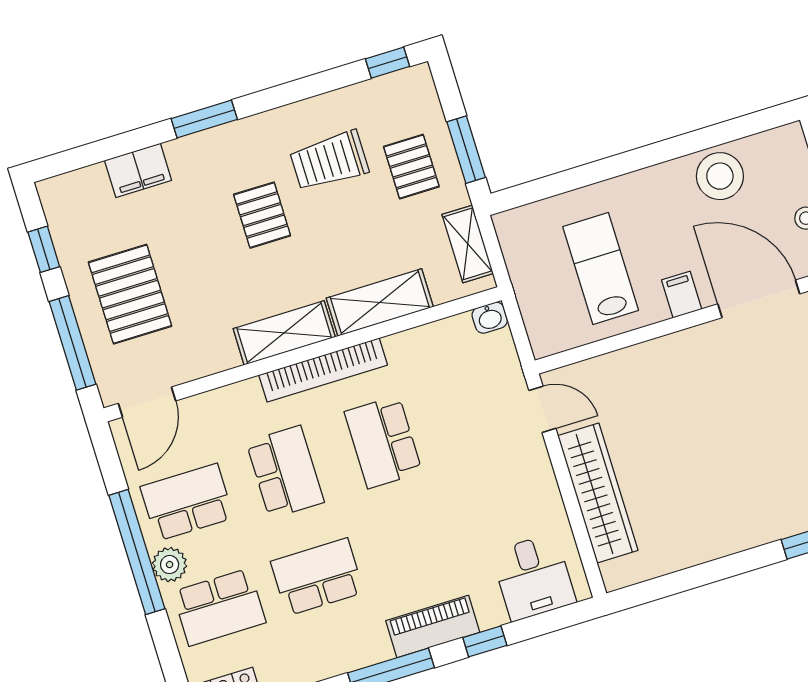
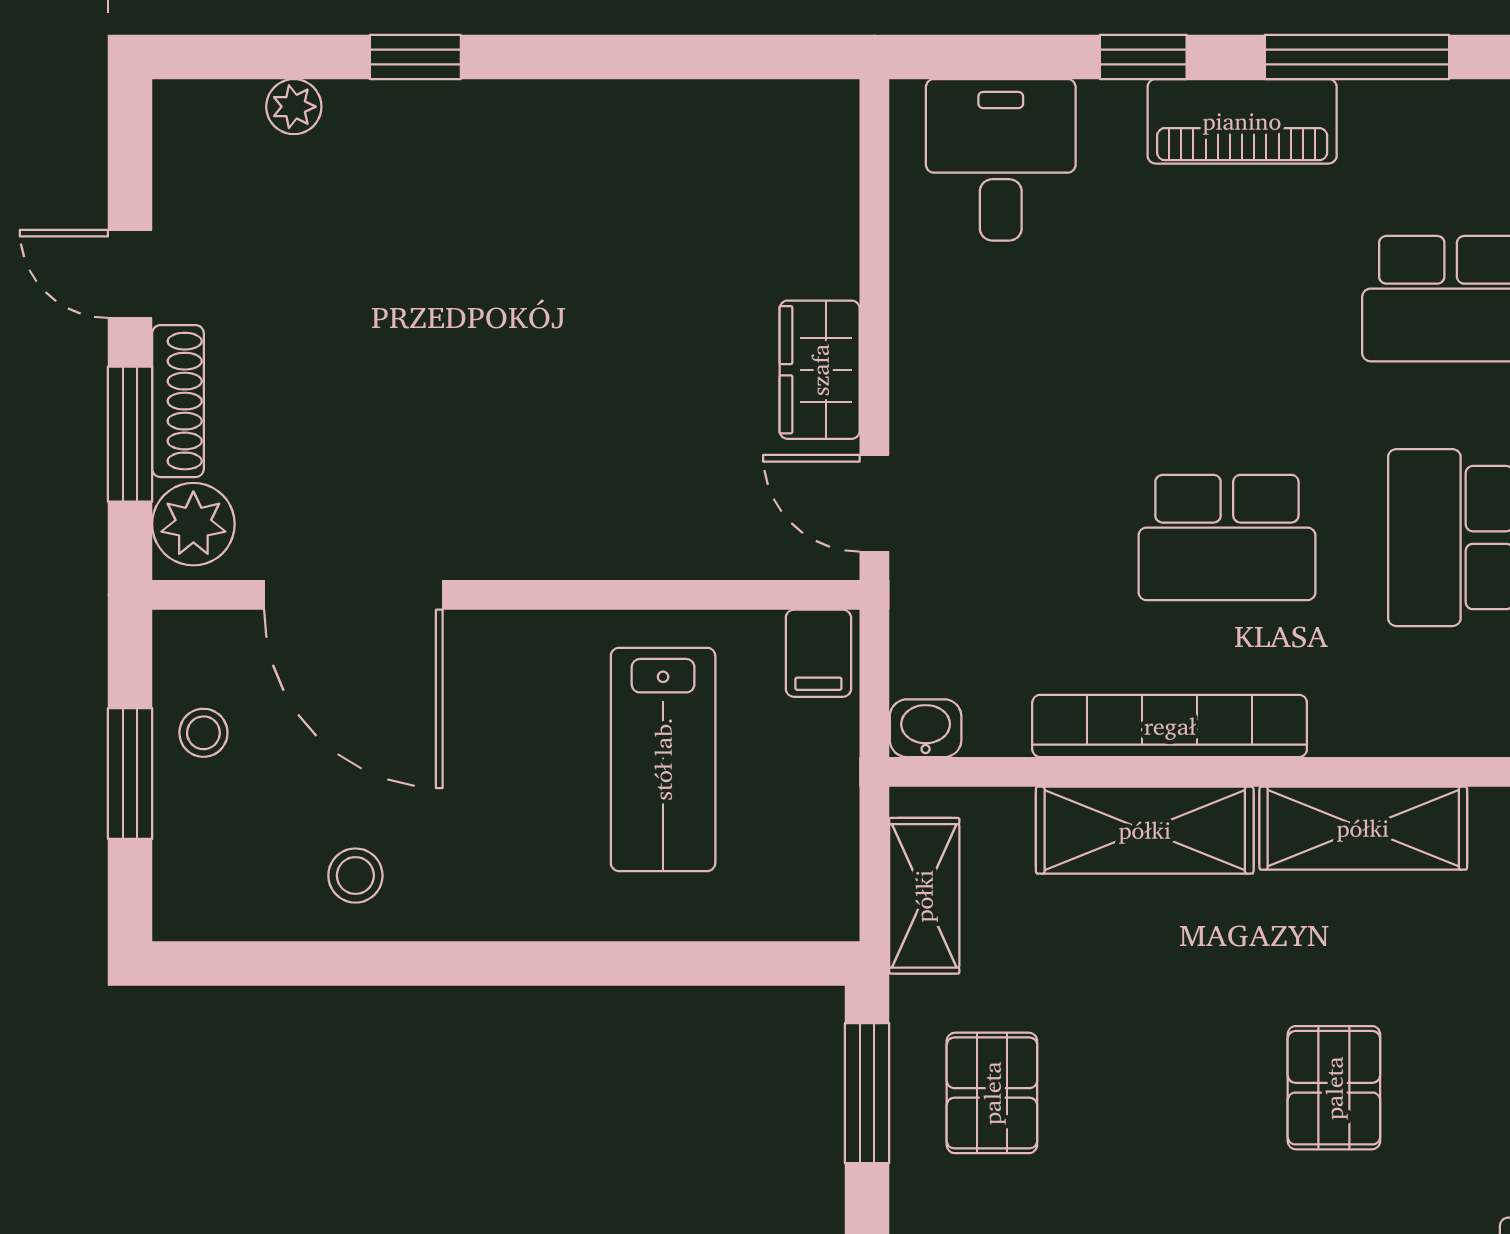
trolley: (329, 161) -> (1159, 1158), removed
stool: (720, 176) -> (355, 876), width x0.53, depth x0.53
filing cabinet: (682, 295) -> (818, 653), moved
bookcase: (323, 370) -> (1170, 726), moved
school desk: (383, 442) -> (1227, 538), turned 90
wardrobe: (598, 493) -> (820, 370), width x0.48, depth x0.85

